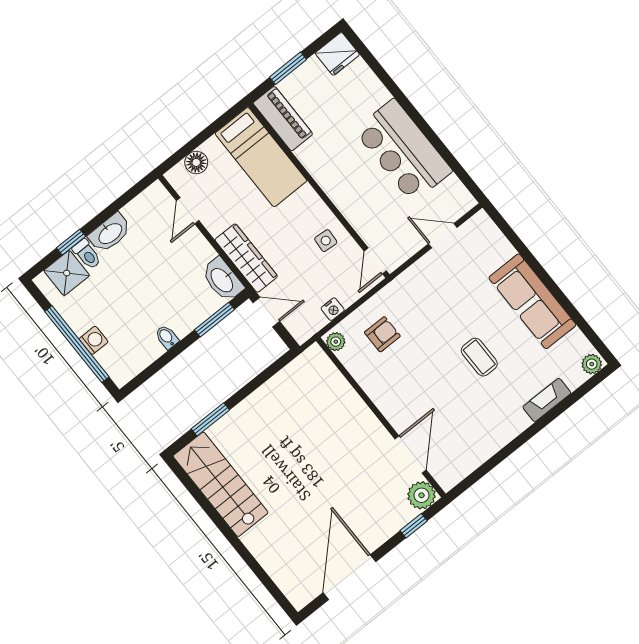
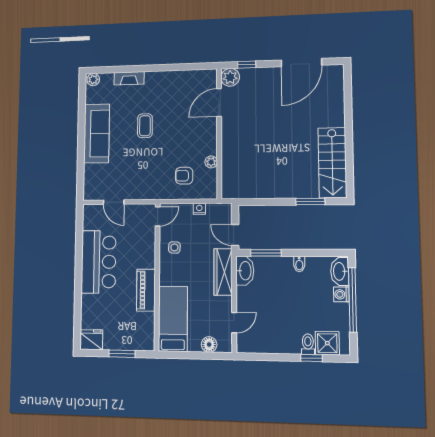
piano: (283, 119) -> (146, 290), moved
washbasin: (110, 233) -> (340, 271), moved, turned -90
plant: (336, 342) -> (211, 162), moved

